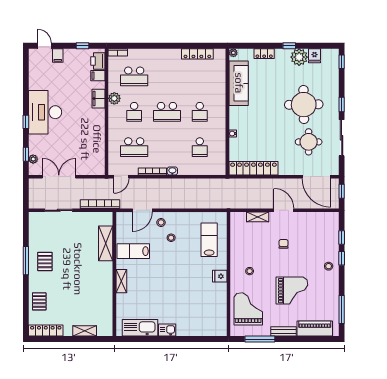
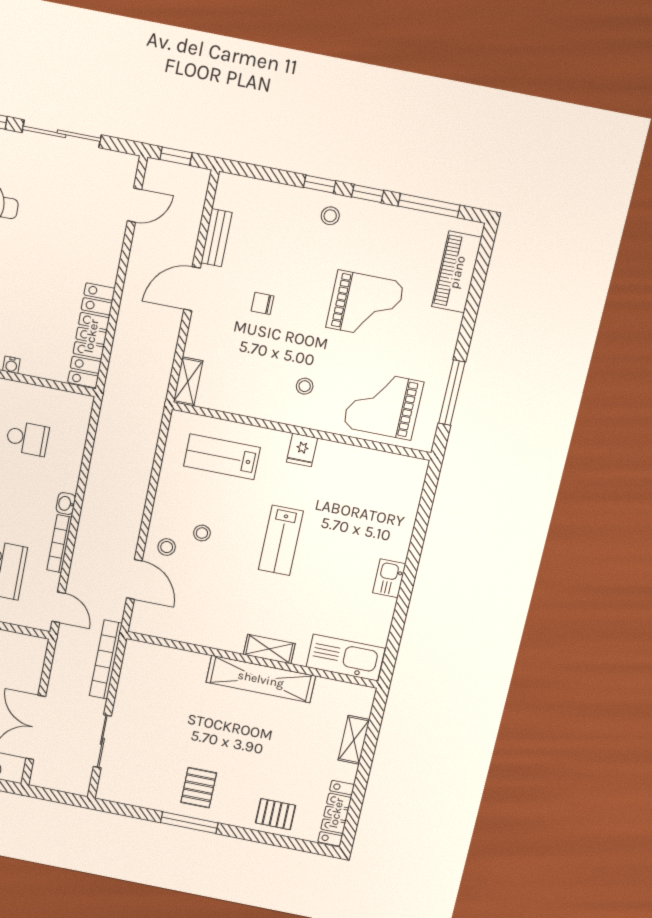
round table: (309, 142) -> (58, 207), removed
door: (316, 177) -> (135, 205), width x0.53
shelving: (258, 217) -> (188, 381), moved
window: (342, 238) -> (368, 194), moved
shelving: (106, 243) -> (261, 679), moved, width x1.47
lab bench: (133, 251) -> (281, 540), moved
pallet: (45, 262) -> (199, 788), turned 90
grand piano: (292, 291) -> (365, 305), turned 90
kitchen sink: (140, 328) -> (346, 658), moved, turned 90
bench: (284, 331) -> (216, 238), moved

